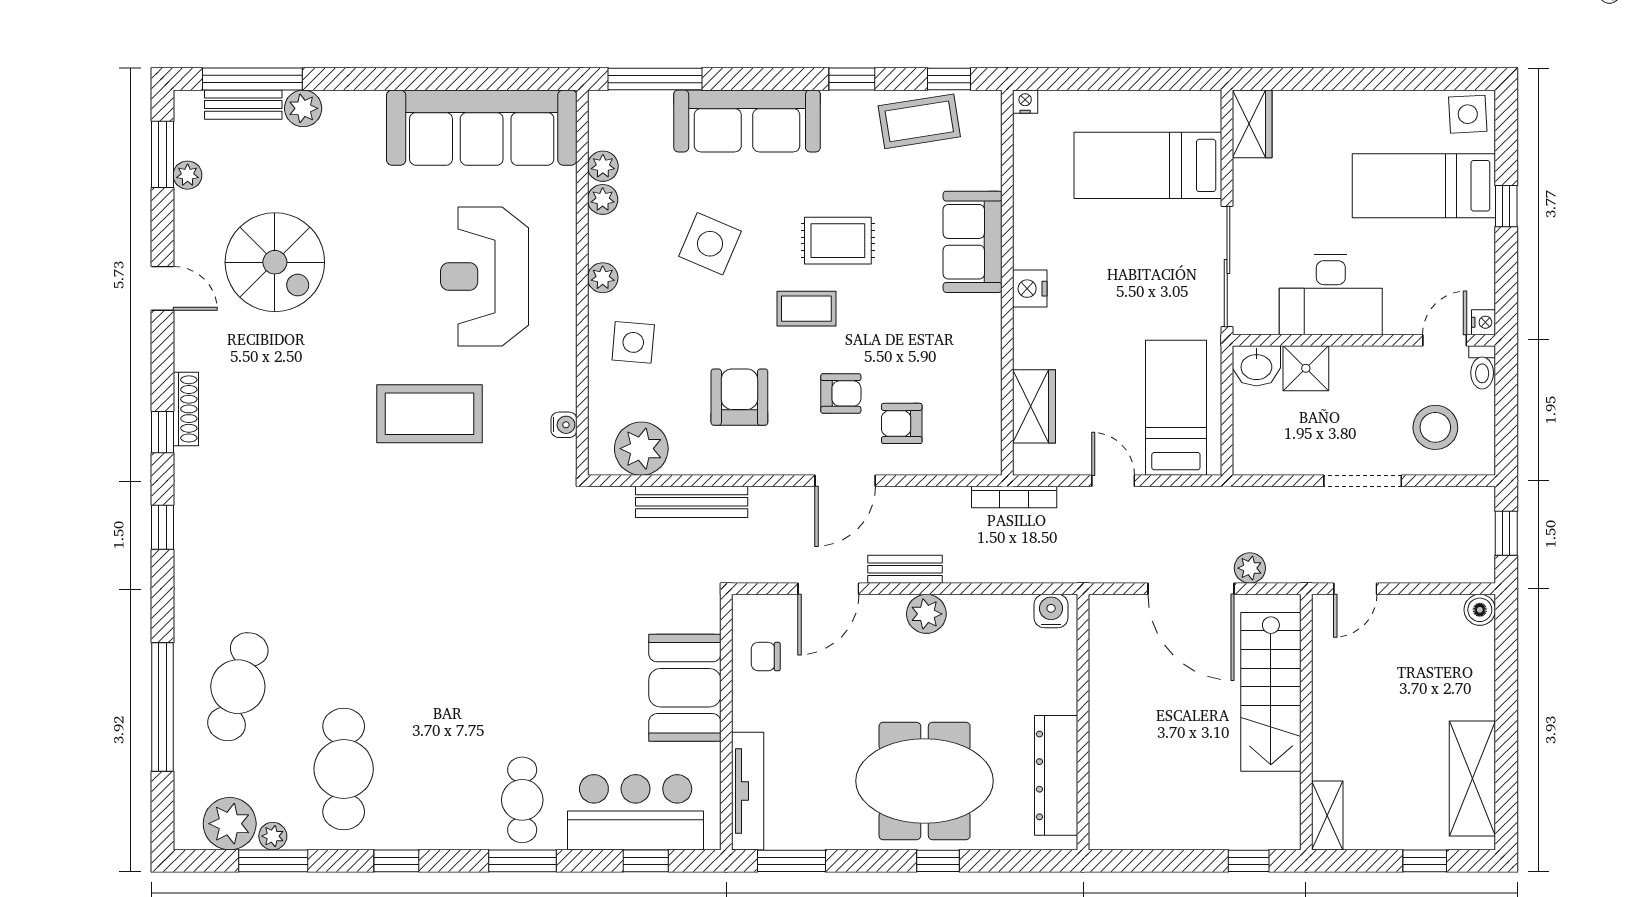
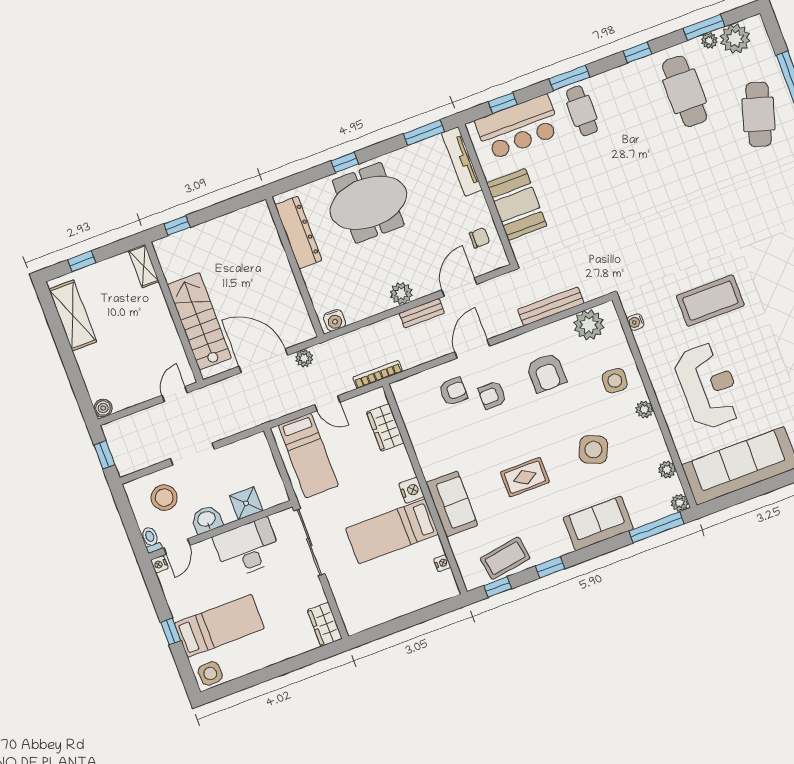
nightstand: (1025, 102) -> (442, 563), moved, turned -90
sofa: (747, 121) -> (598, 523), width x0.73
bed: (1148, 165) -> (392, 531), moved, turned 180
plant: (603, 199) -> (680, 503), moved
coffee table: (806, 309) -> (528, 434), removed
washbasin: (1256, 366) -> (207, 520), moved
plant: (1250, 568) -> (304, 358), moved

